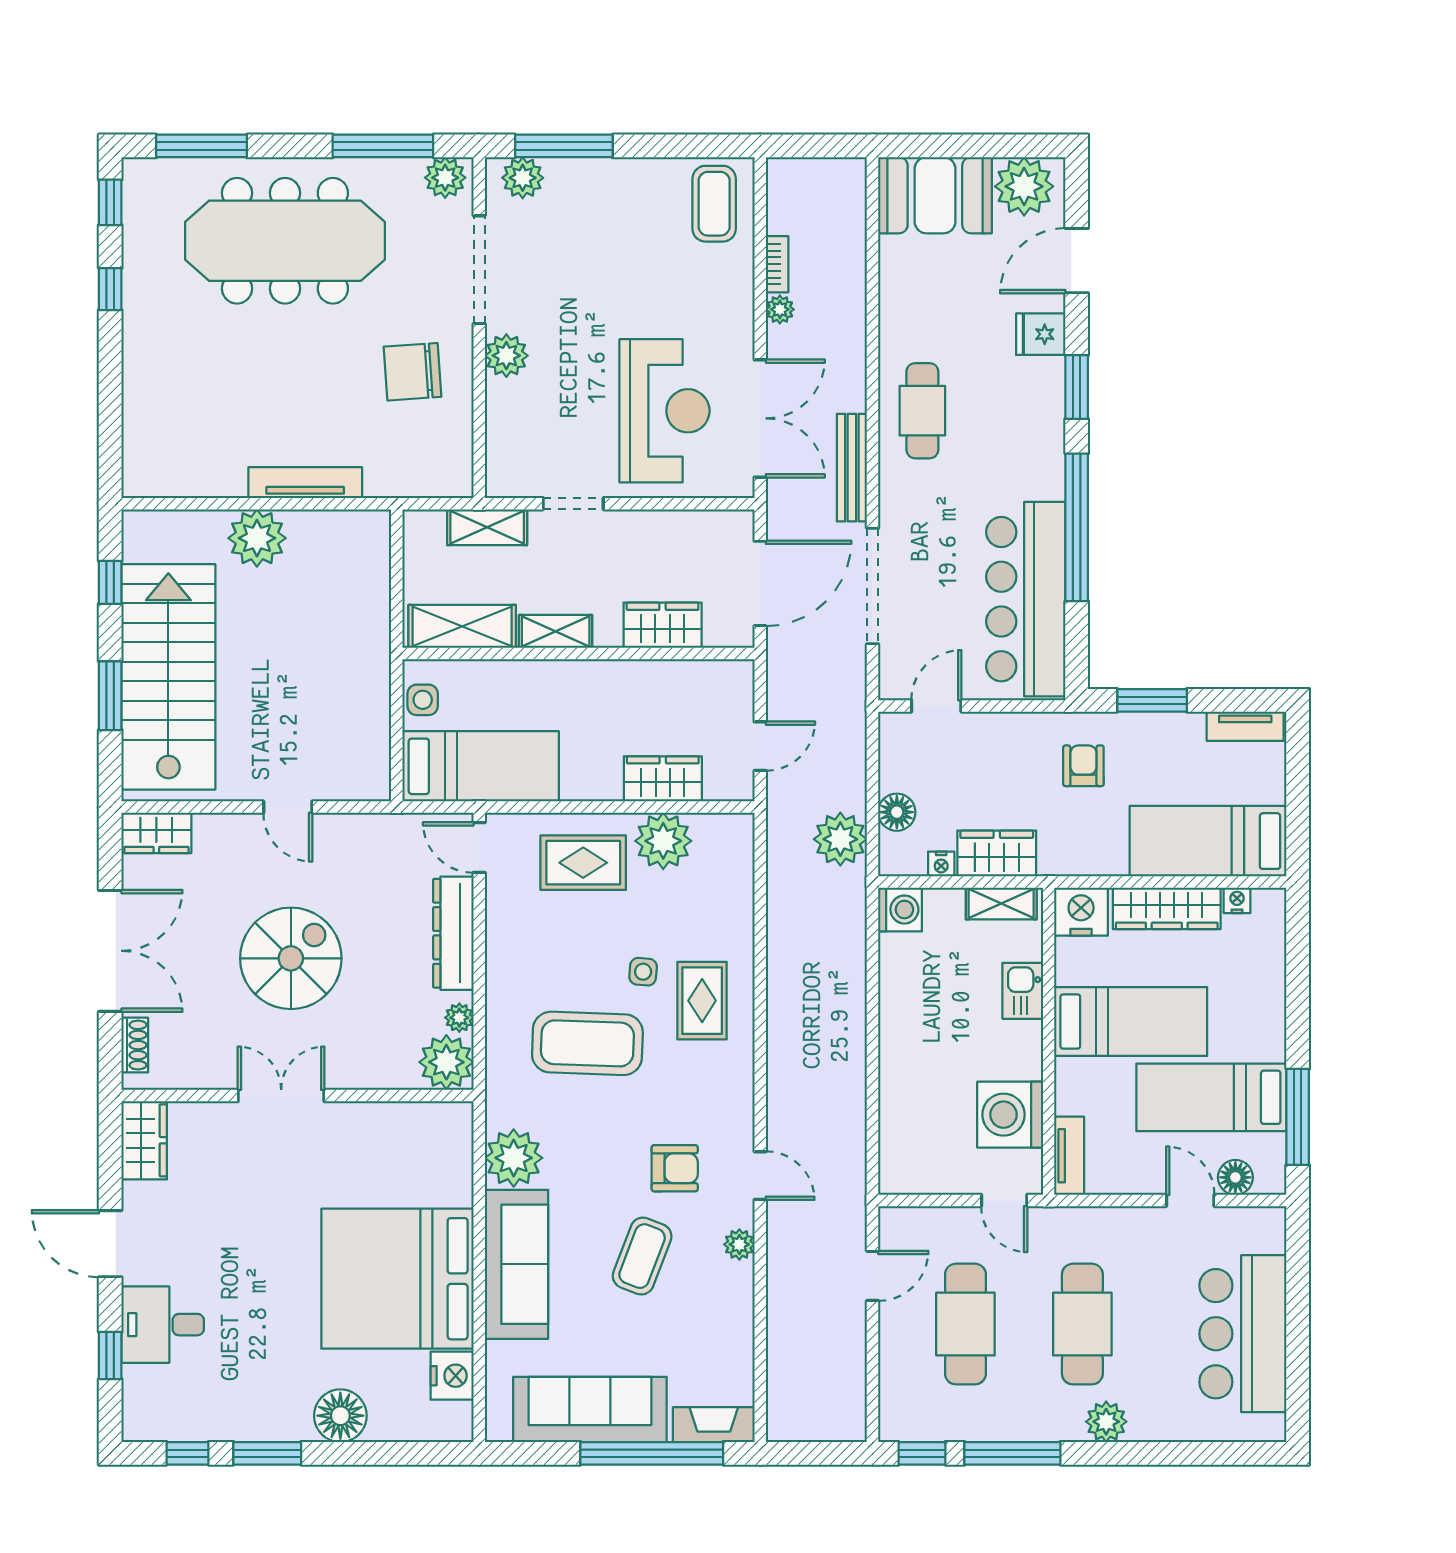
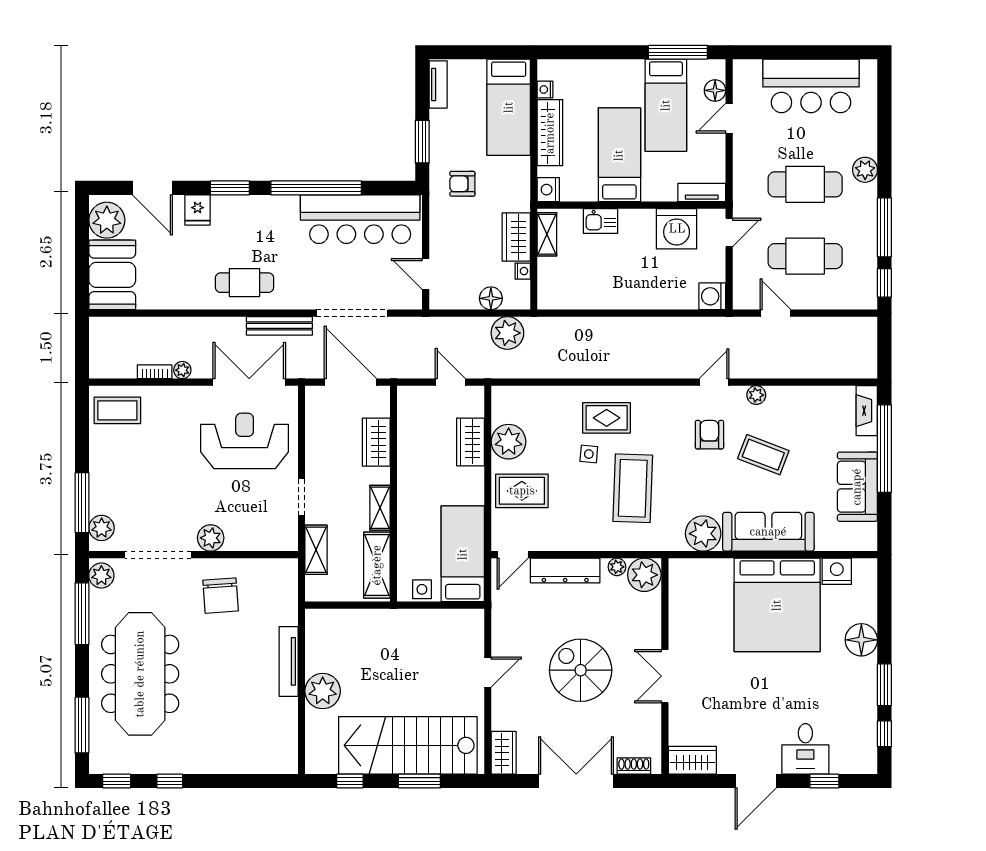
rug: (583, 863) -> (522, 491), turned 90
washing machine: (900, 910) -> (712, 296), moved, turned -90
nightstand: (1081, 912) -> (548, 190), width x0.74, depth x0.75
sofa: (590, 1409) -> (857, 487), width x0.73

